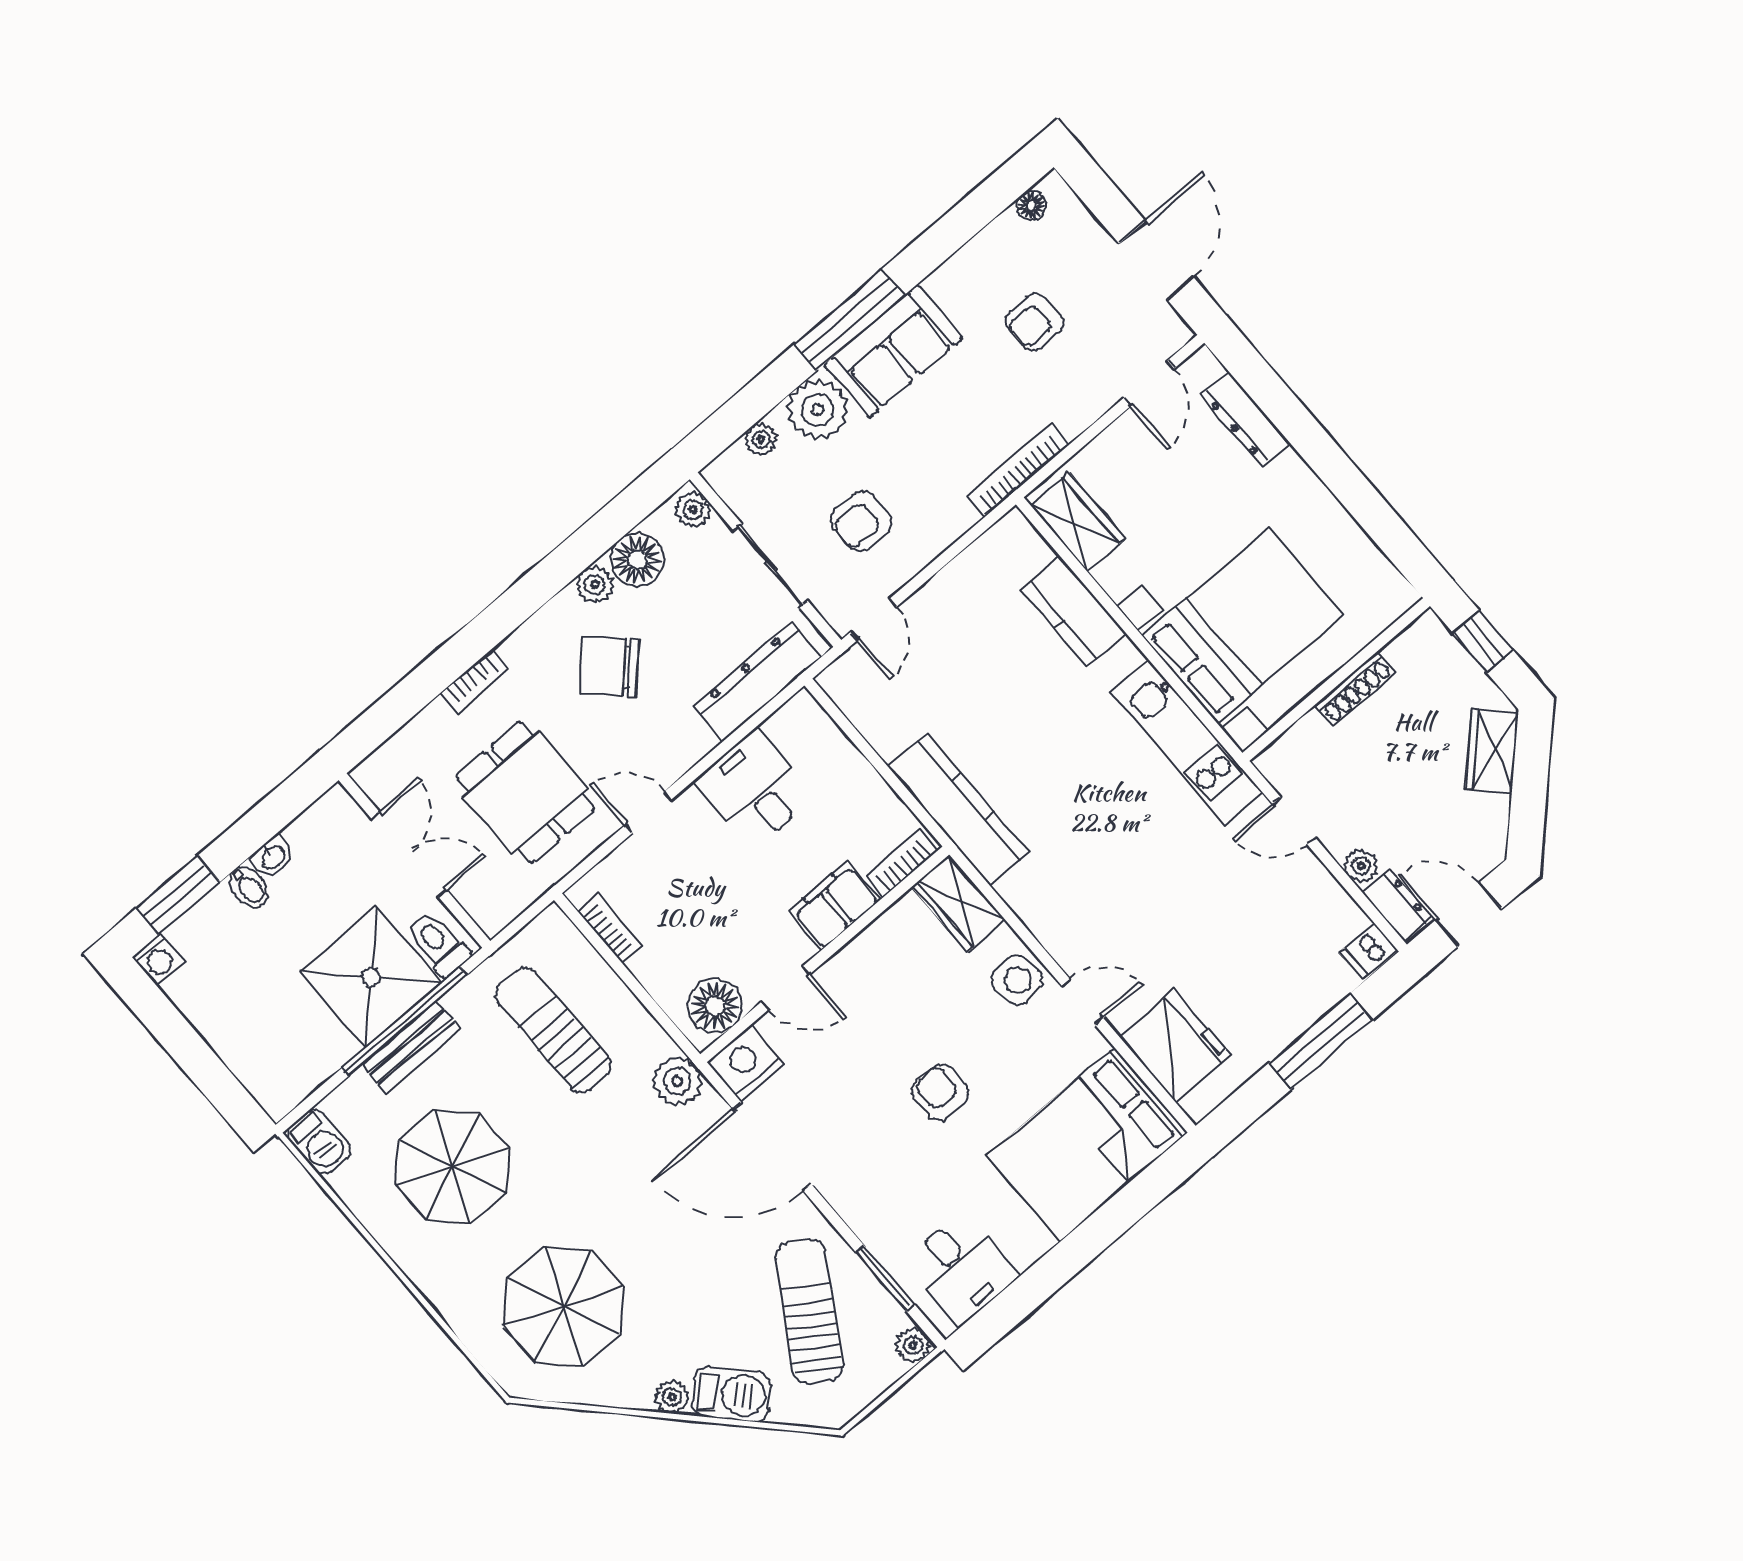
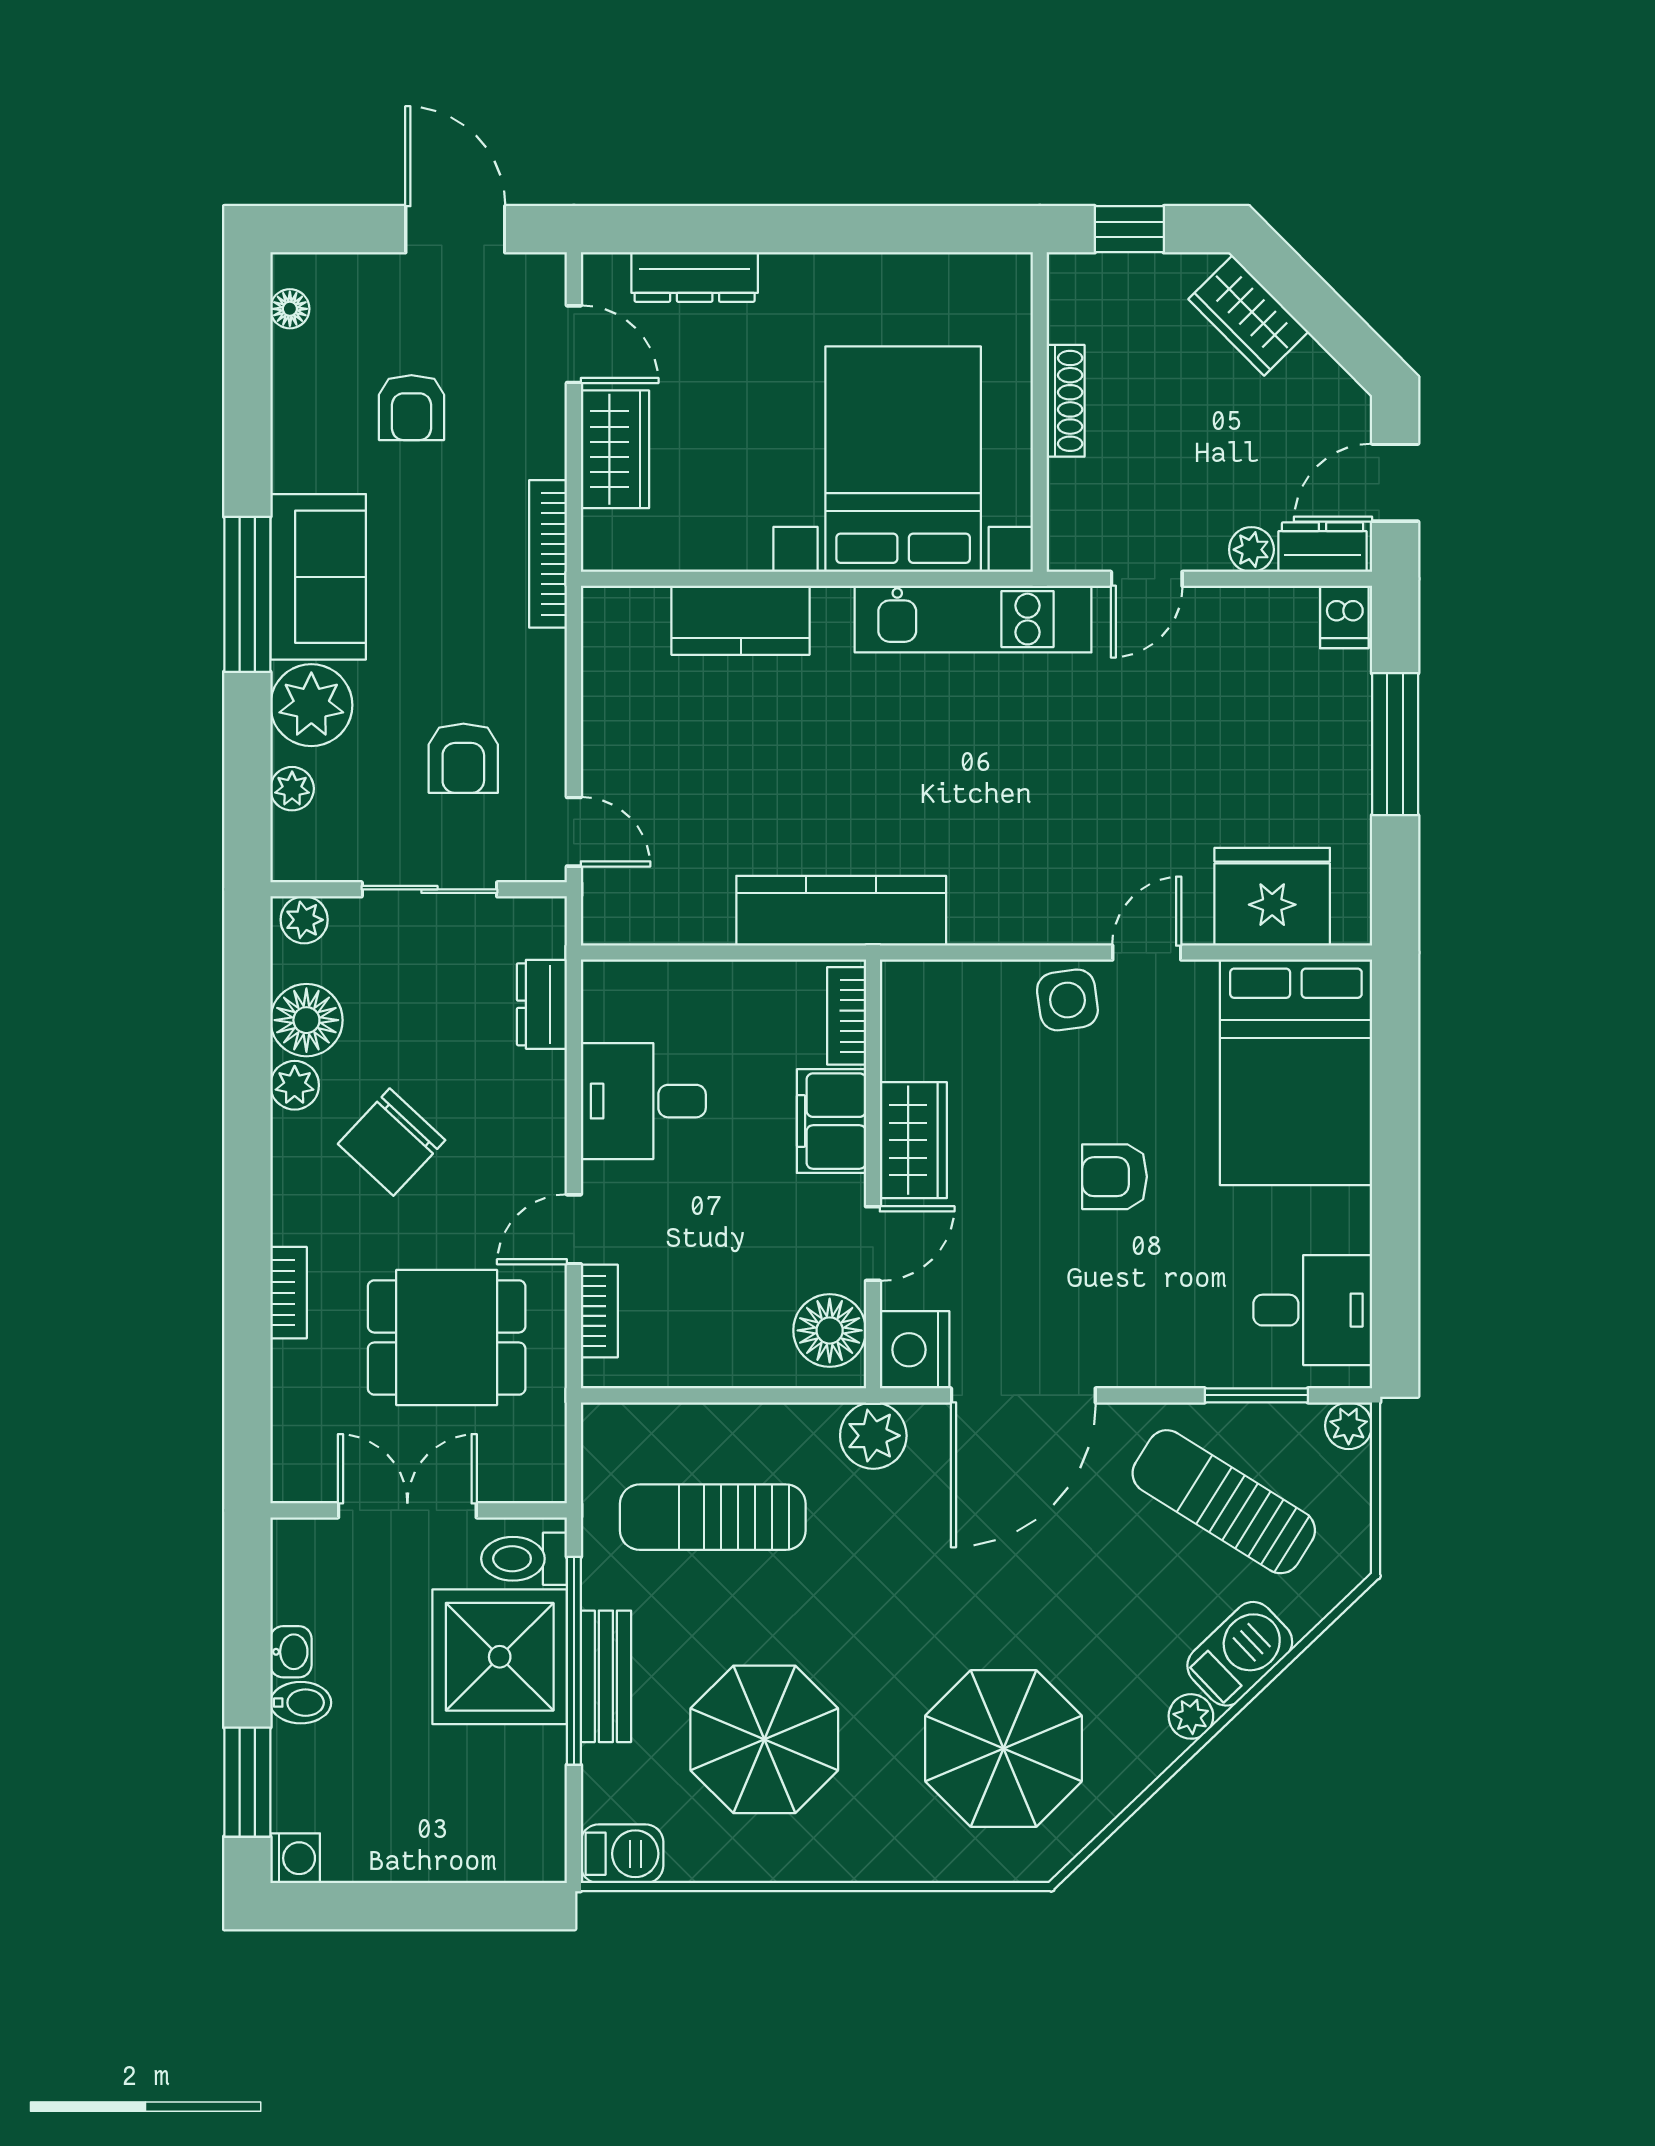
wardrobe: (1078, 522) -> (615, 449), moved, turned 90
dresser: (757, 682) -> (542, 1004), width x0.51, depth x0.80
wardrobe: (958, 903) -> (913, 1140), moved, turned -90
bookcase: (611, 929) -> (599, 1311), moved, turned 90

